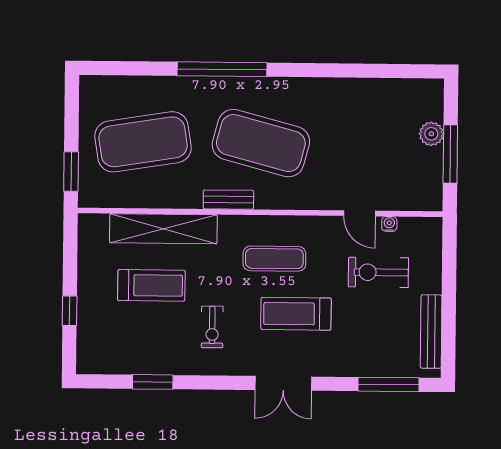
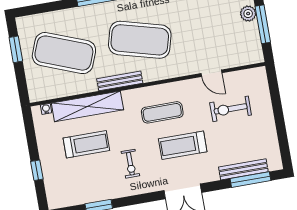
exercise mat: (143, 142) -> (64, 53), turned 30
window: (71, 172) -> (16, 49), moved
bench: (228, 200) -> (120, 81), width x1.36
water cooler: (389, 224) -> (46, 109), moved
bench: (431, 332) -> (243, 169), moved, turned 90

